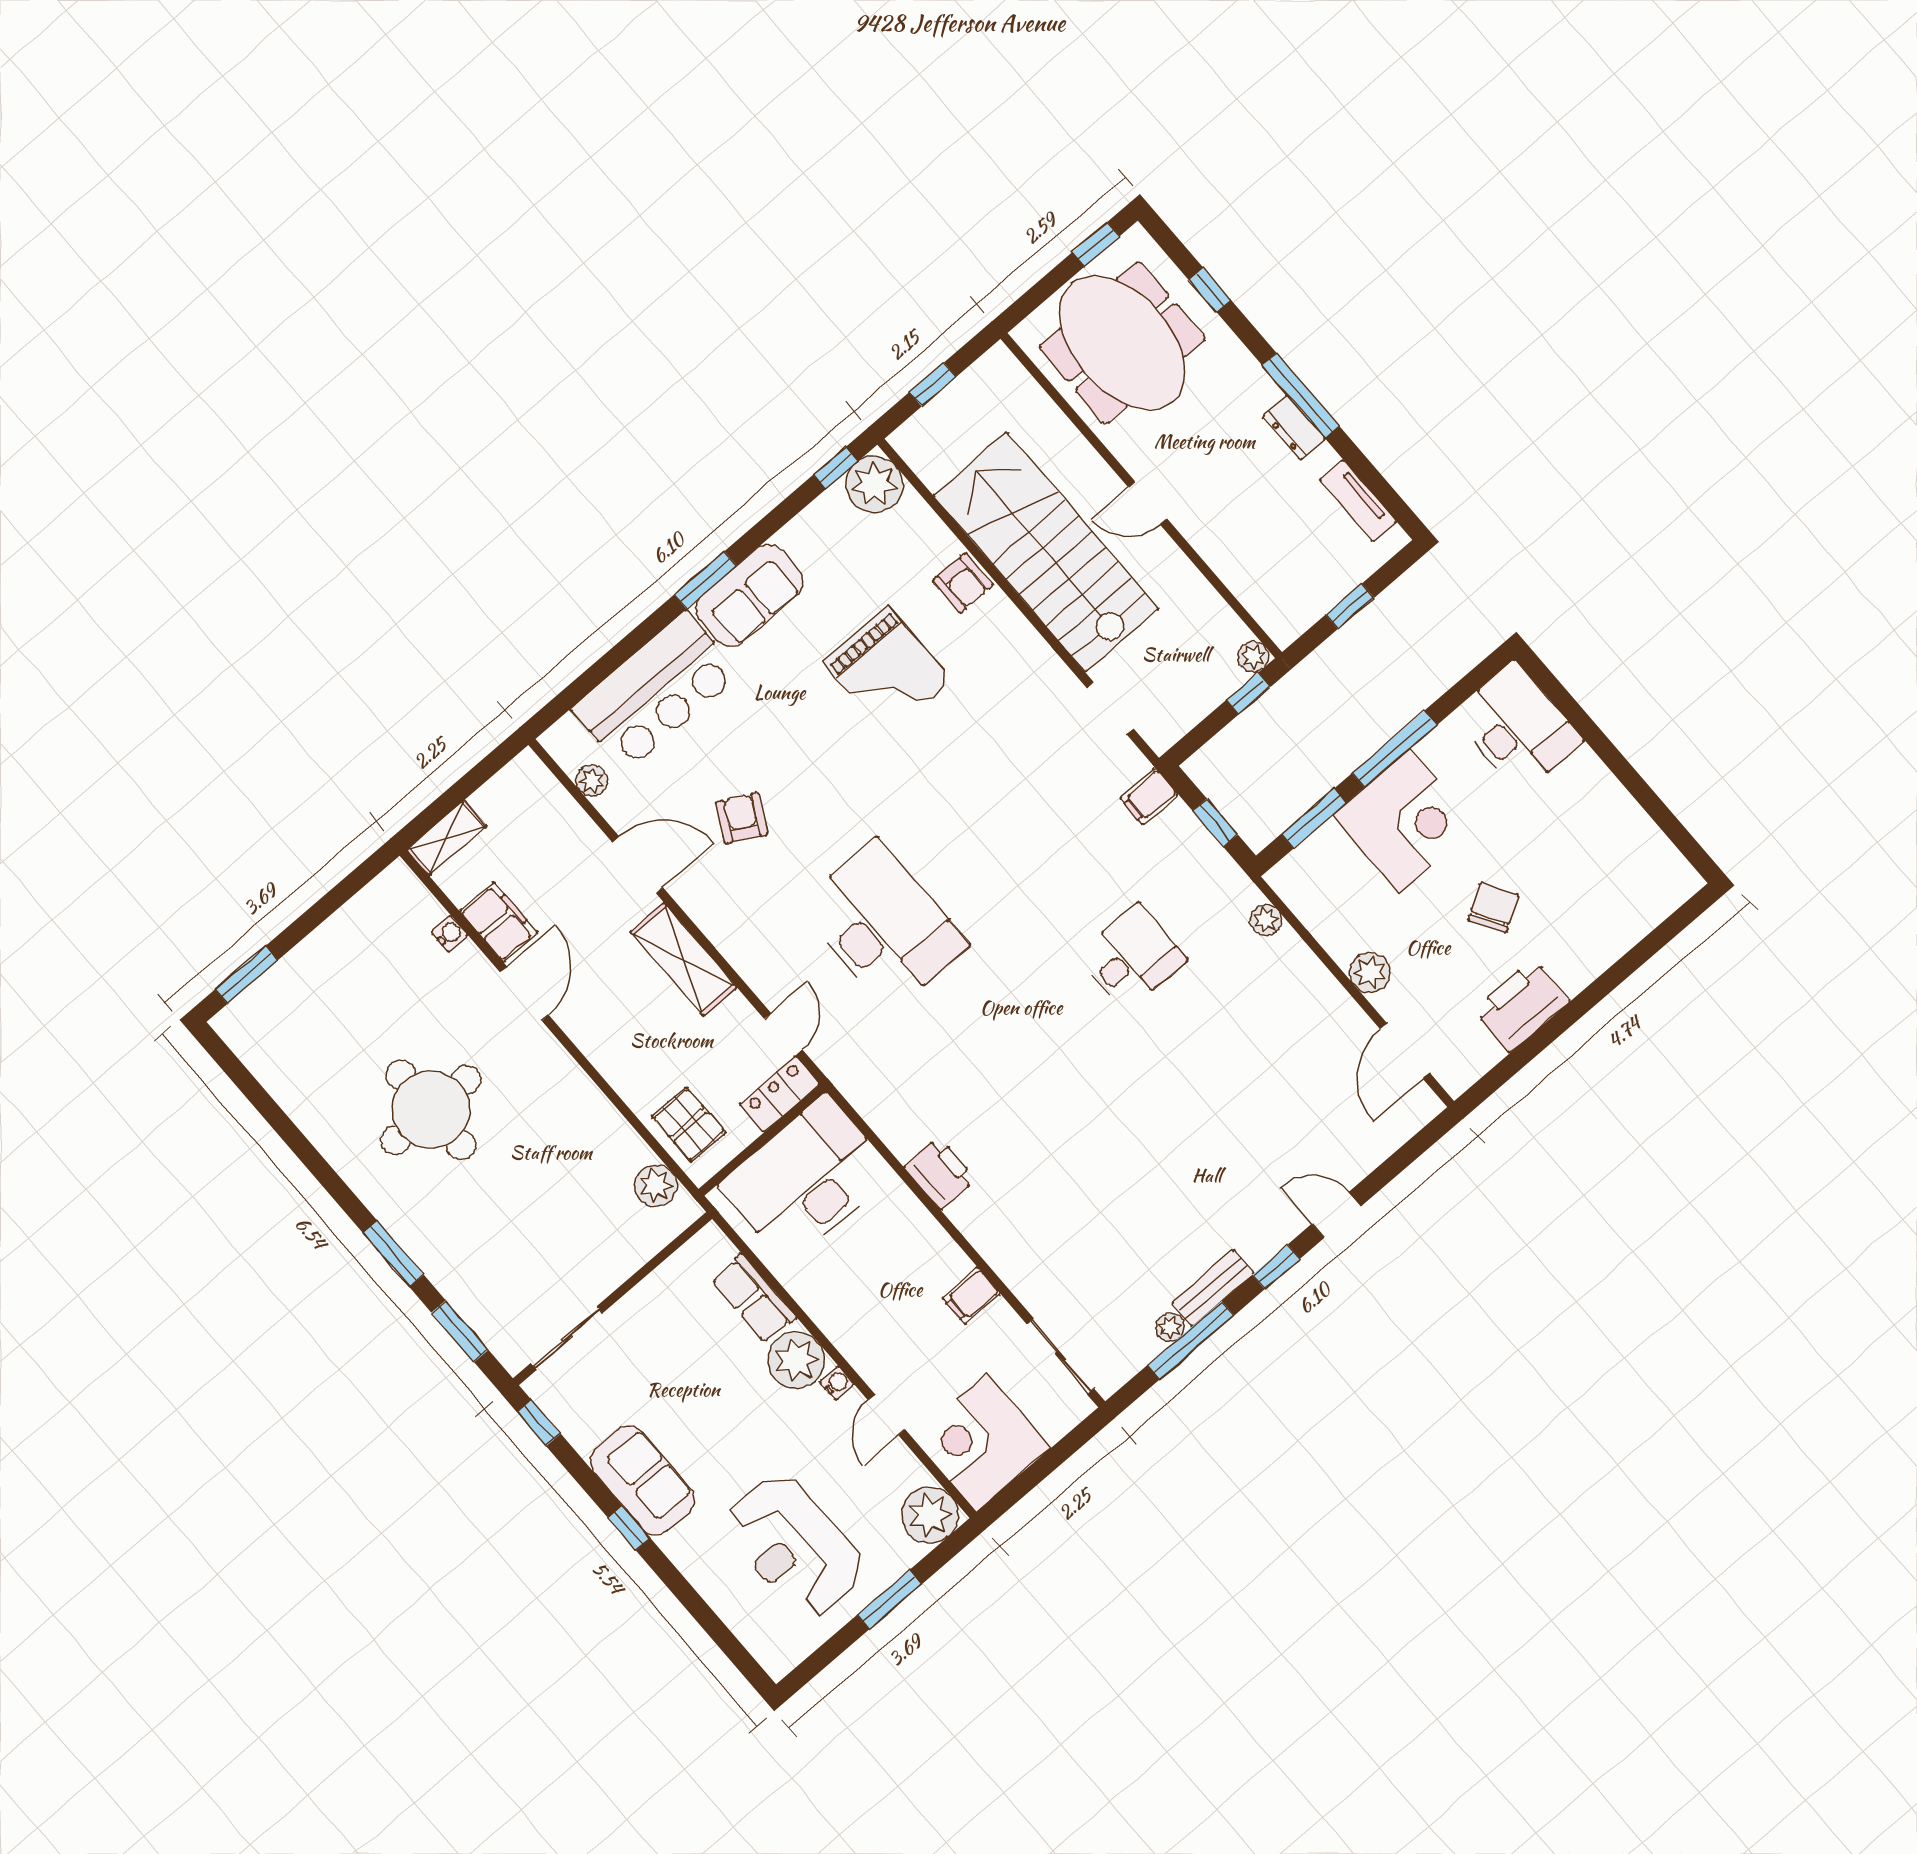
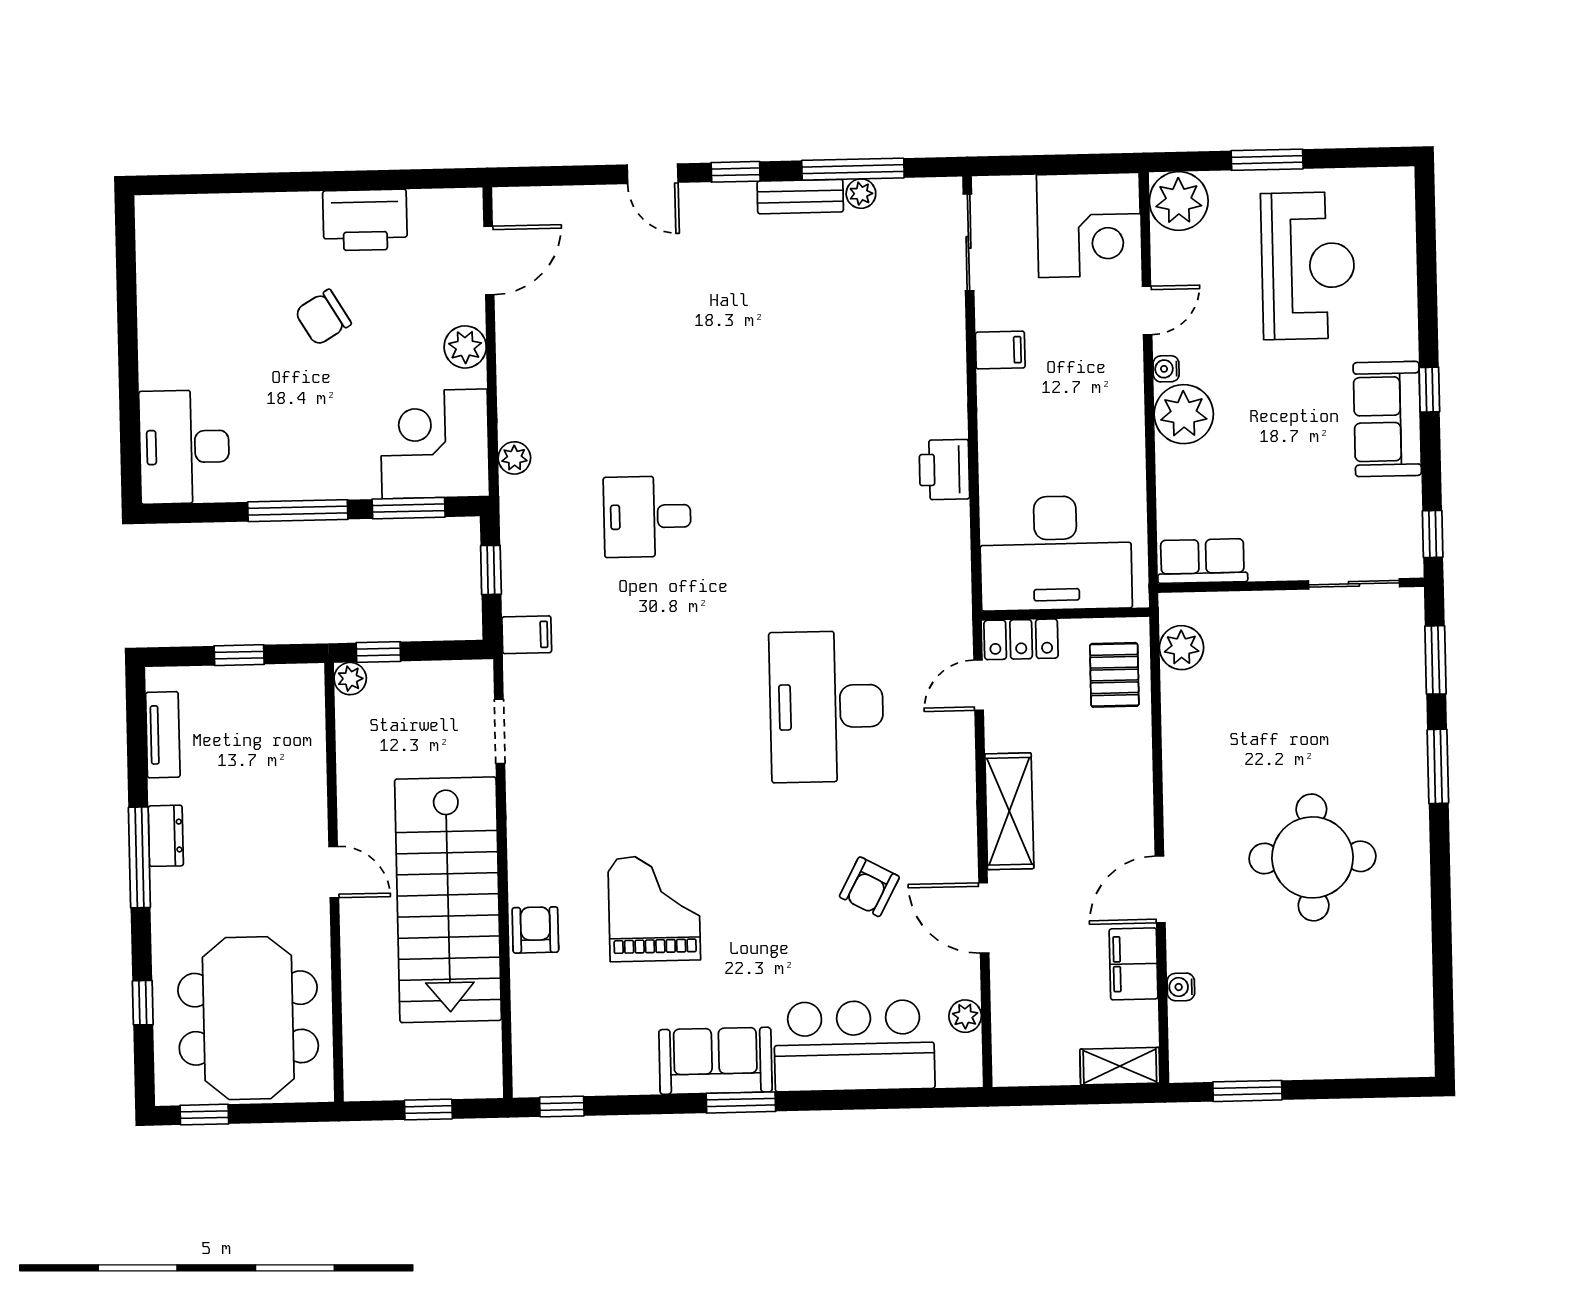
plant: (874, 484) -> (541, 1068), removed
corner desk: (1405, 821) -> (435, 444), moved
window: (247, 975) -> (1247, 1091), moved
row of seats: (754, 1299) -> (1202, 561), moved, turned -90

